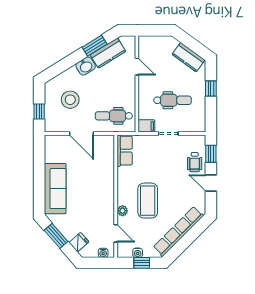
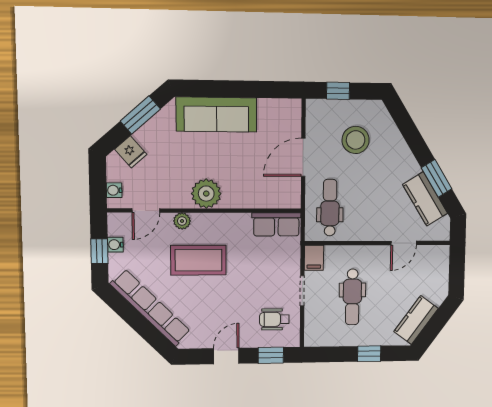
washbasin: (86, 66) -> (406, 164), removed
wheelchair: (195, 162) -> (274, 319), moved
plant: (105, 195) -> (206, 194), added

